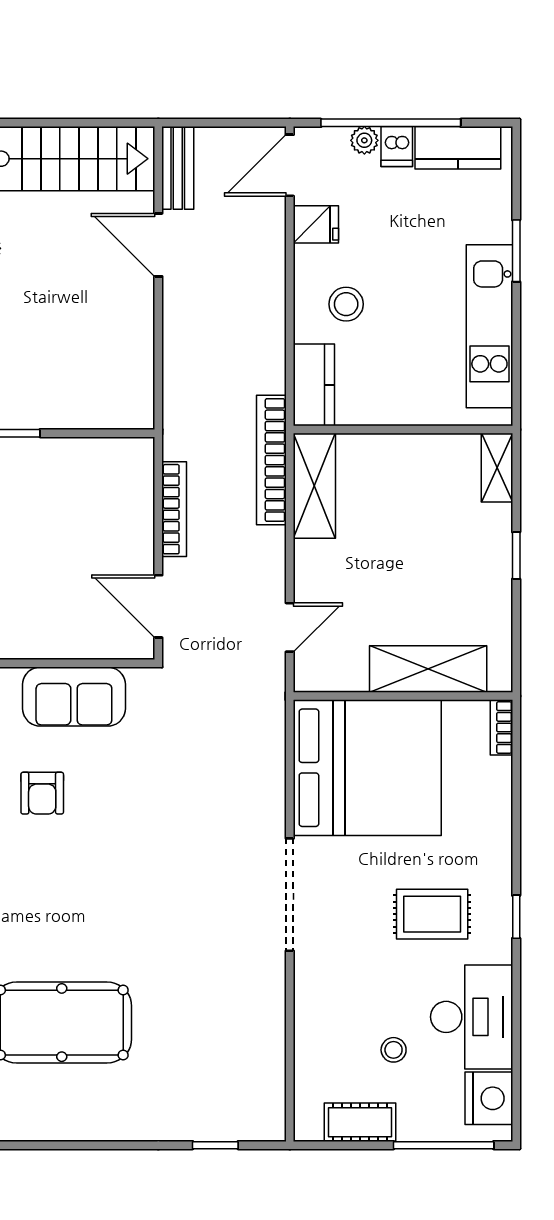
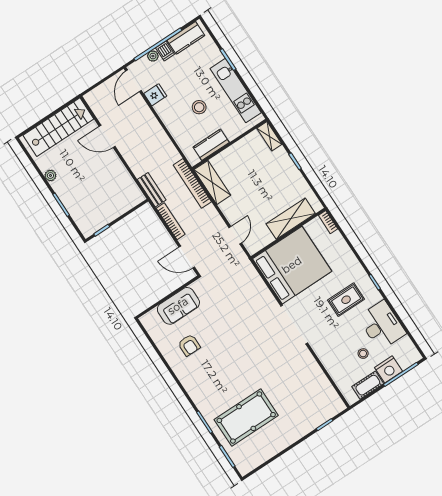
bench: (178, 168) -> (152, 190), moved
stool: (346, 304) -> (199, 107), moved
kitchen counter: (314, 385) -> (211, 145), moved, turned -90
nightstand: (489, 1098) -> (389, 369), moved, turned 90

